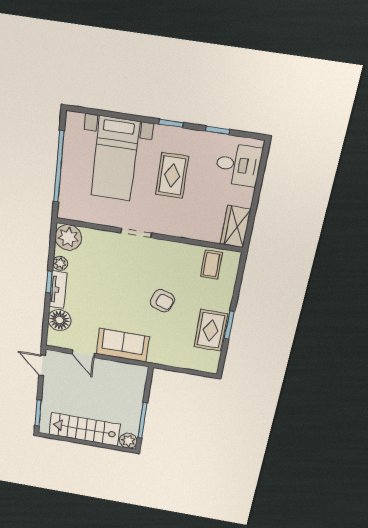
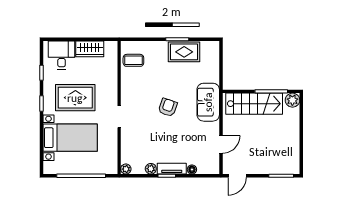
rug: (172, 175) -> (75, 98), width x1.36, depth x1.43
wardrobe: (236, 227) -> (90, 49), moved
plant: (68, 237) -> (126, 169), width x0.53, depth x0.53
armchair: (162, 301) -> (168, 107), moved
floor lamp: (59, 320) -> (192, 169), width x0.53, depth x0.53
sofa: (123, 345) -> (208, 102), moved
stairs: (84, 429) -> (254, 104), moved, turned -90

